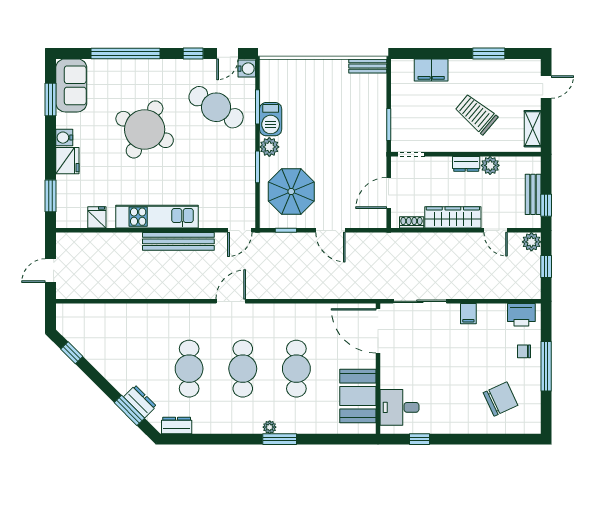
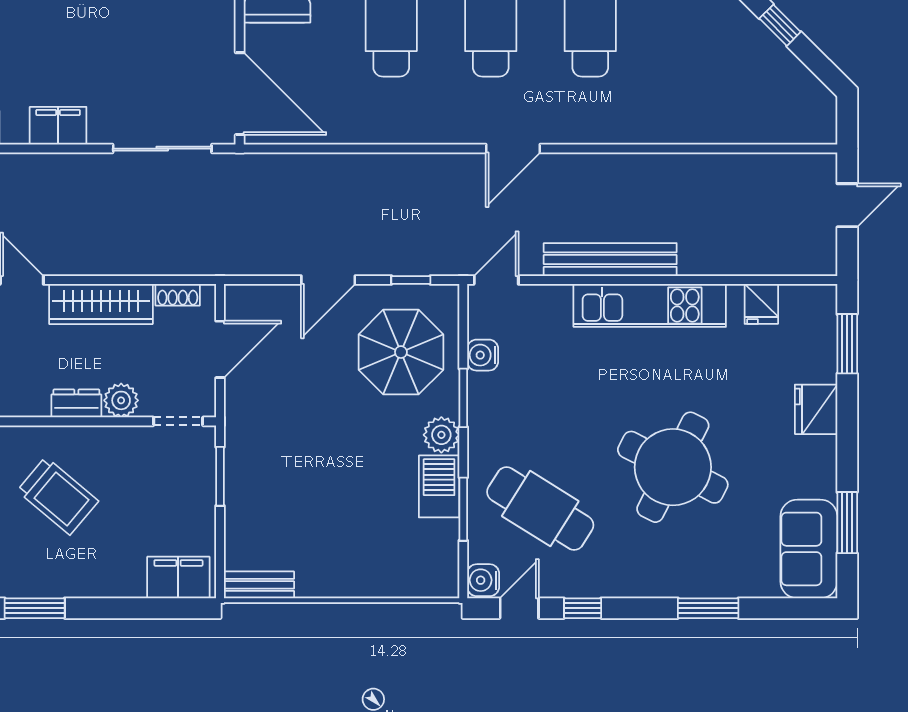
window: (126, 53) -> (708, 608), width x0.47
filing cabinet: (431, 70) -> (178, 577), moved
water cooler: (64, 138) -> (483, 355), moved, turned 180
plant: (490, 165) -> (121, 400), moved
door: (330, 230) -> (328, 280), swing flipped
filing cabinet: (468, 314) -> (58, 126), width x2.00
window: (72, 353) -> (780, 25), moved

